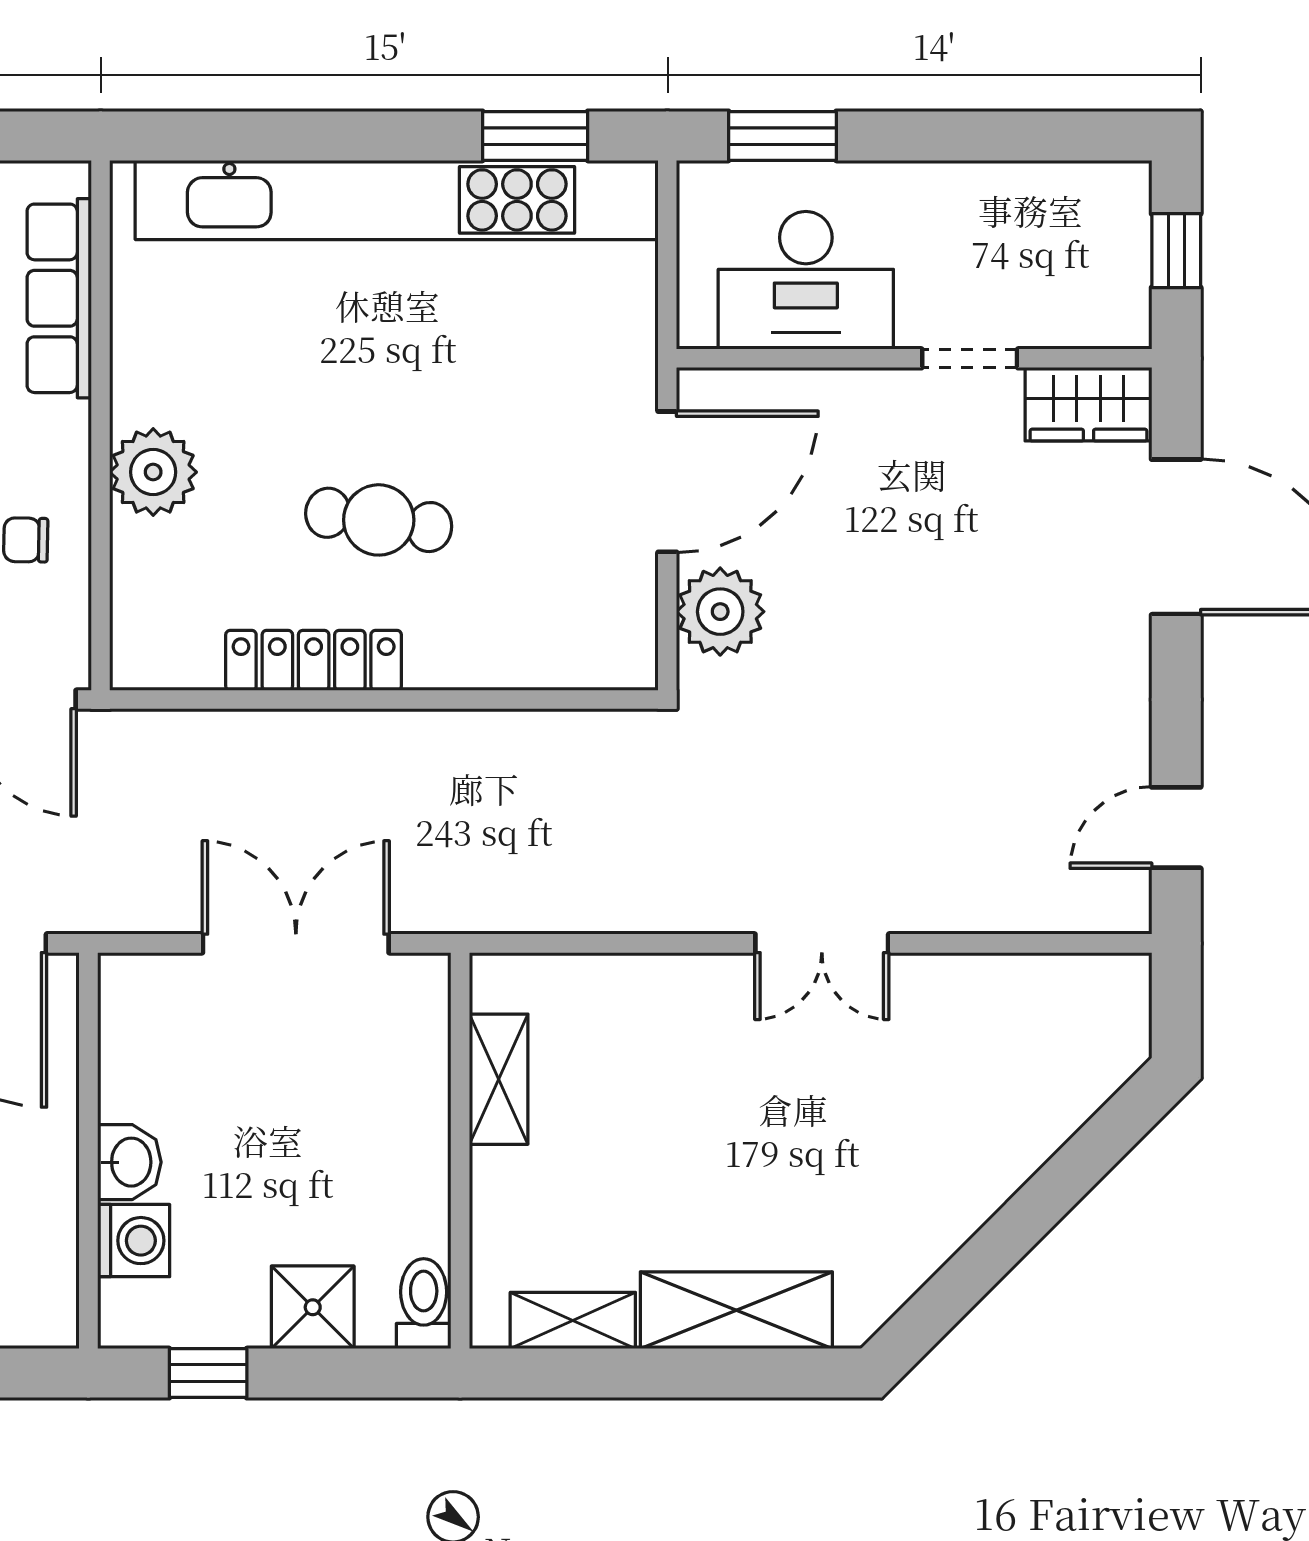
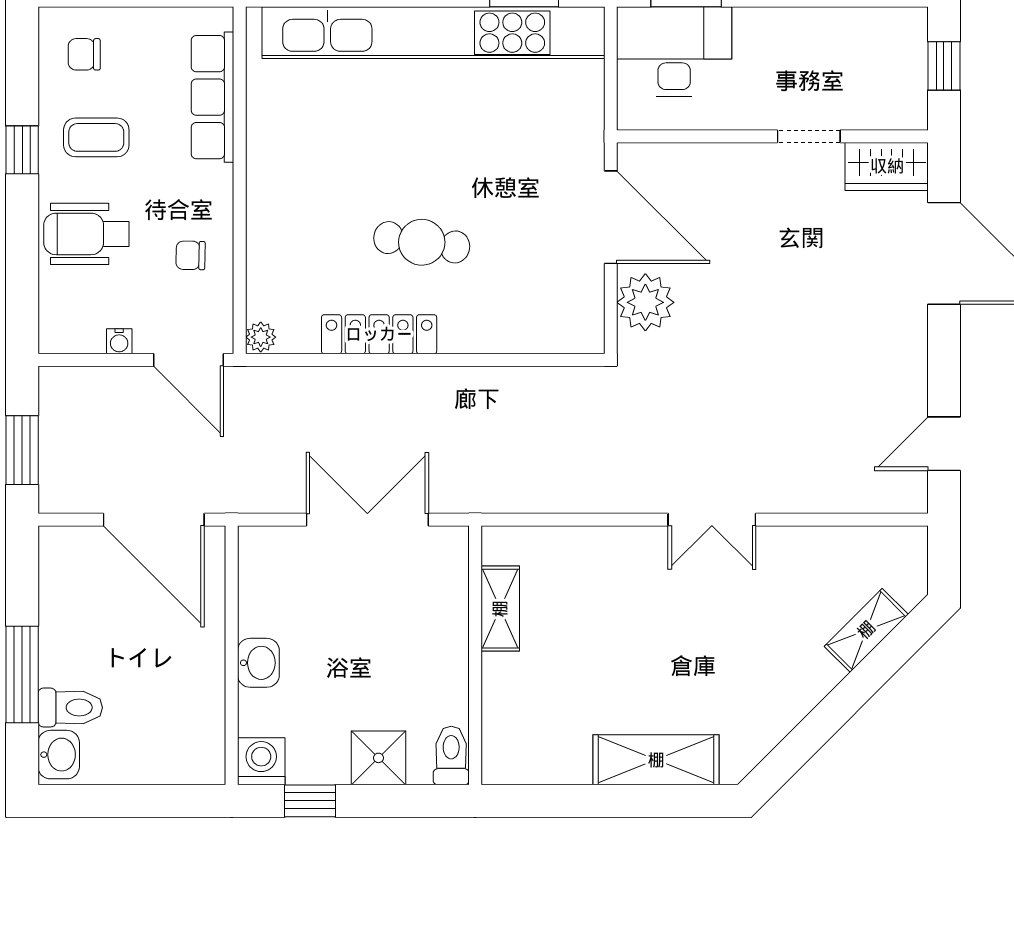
desk: (806, 280) -> (674, 52), moved, turned 180
plant: (153, 472) -> (261, 337), moved, width x0.53, depth x0.53
door: (667, 482) -> (611, 217), hinge flipped
washing machine: (134, 1241) -> (261, 761), moved, turned -90
shelving: (573, 1320) -> (866, 630), moved, turned -45

